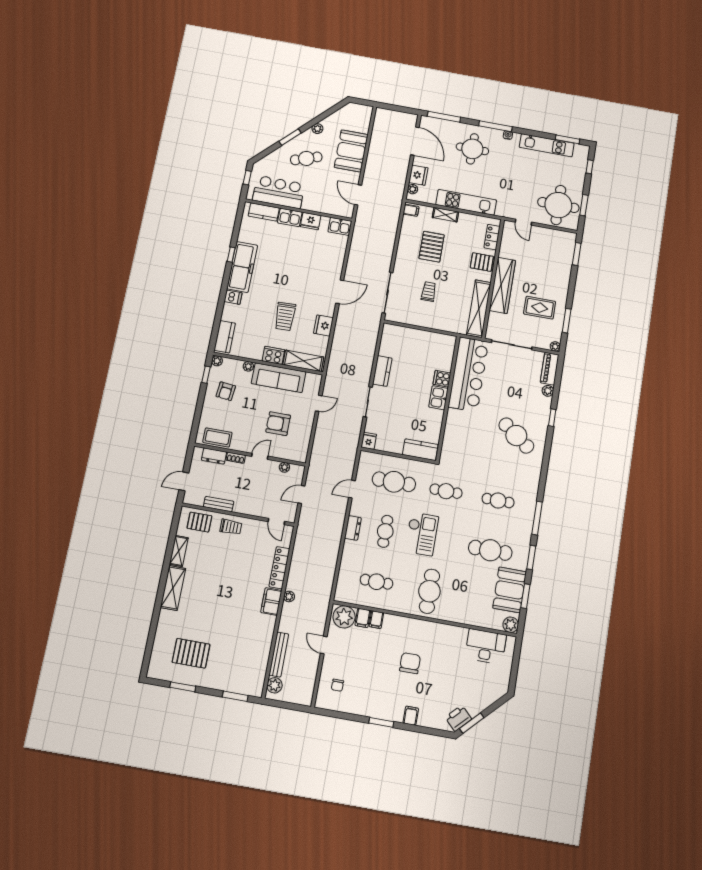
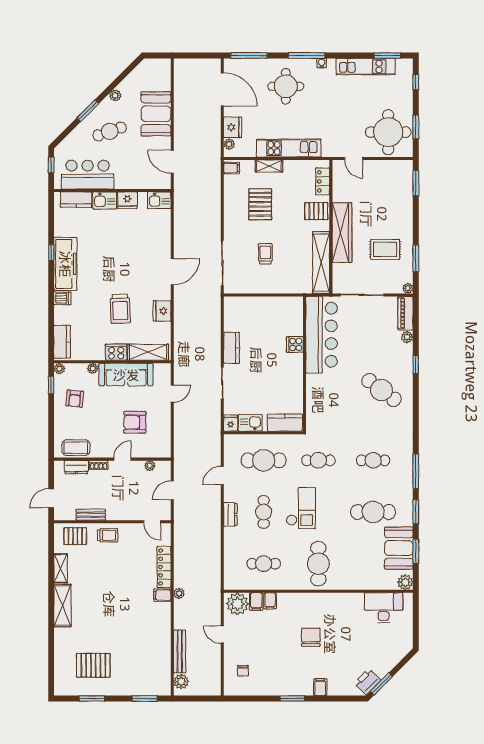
kitchen sink: (438, 398) -> (250, 423), moved, turned 90
filing cabinet: (271, 601) -> (162, 595), width x0.50

